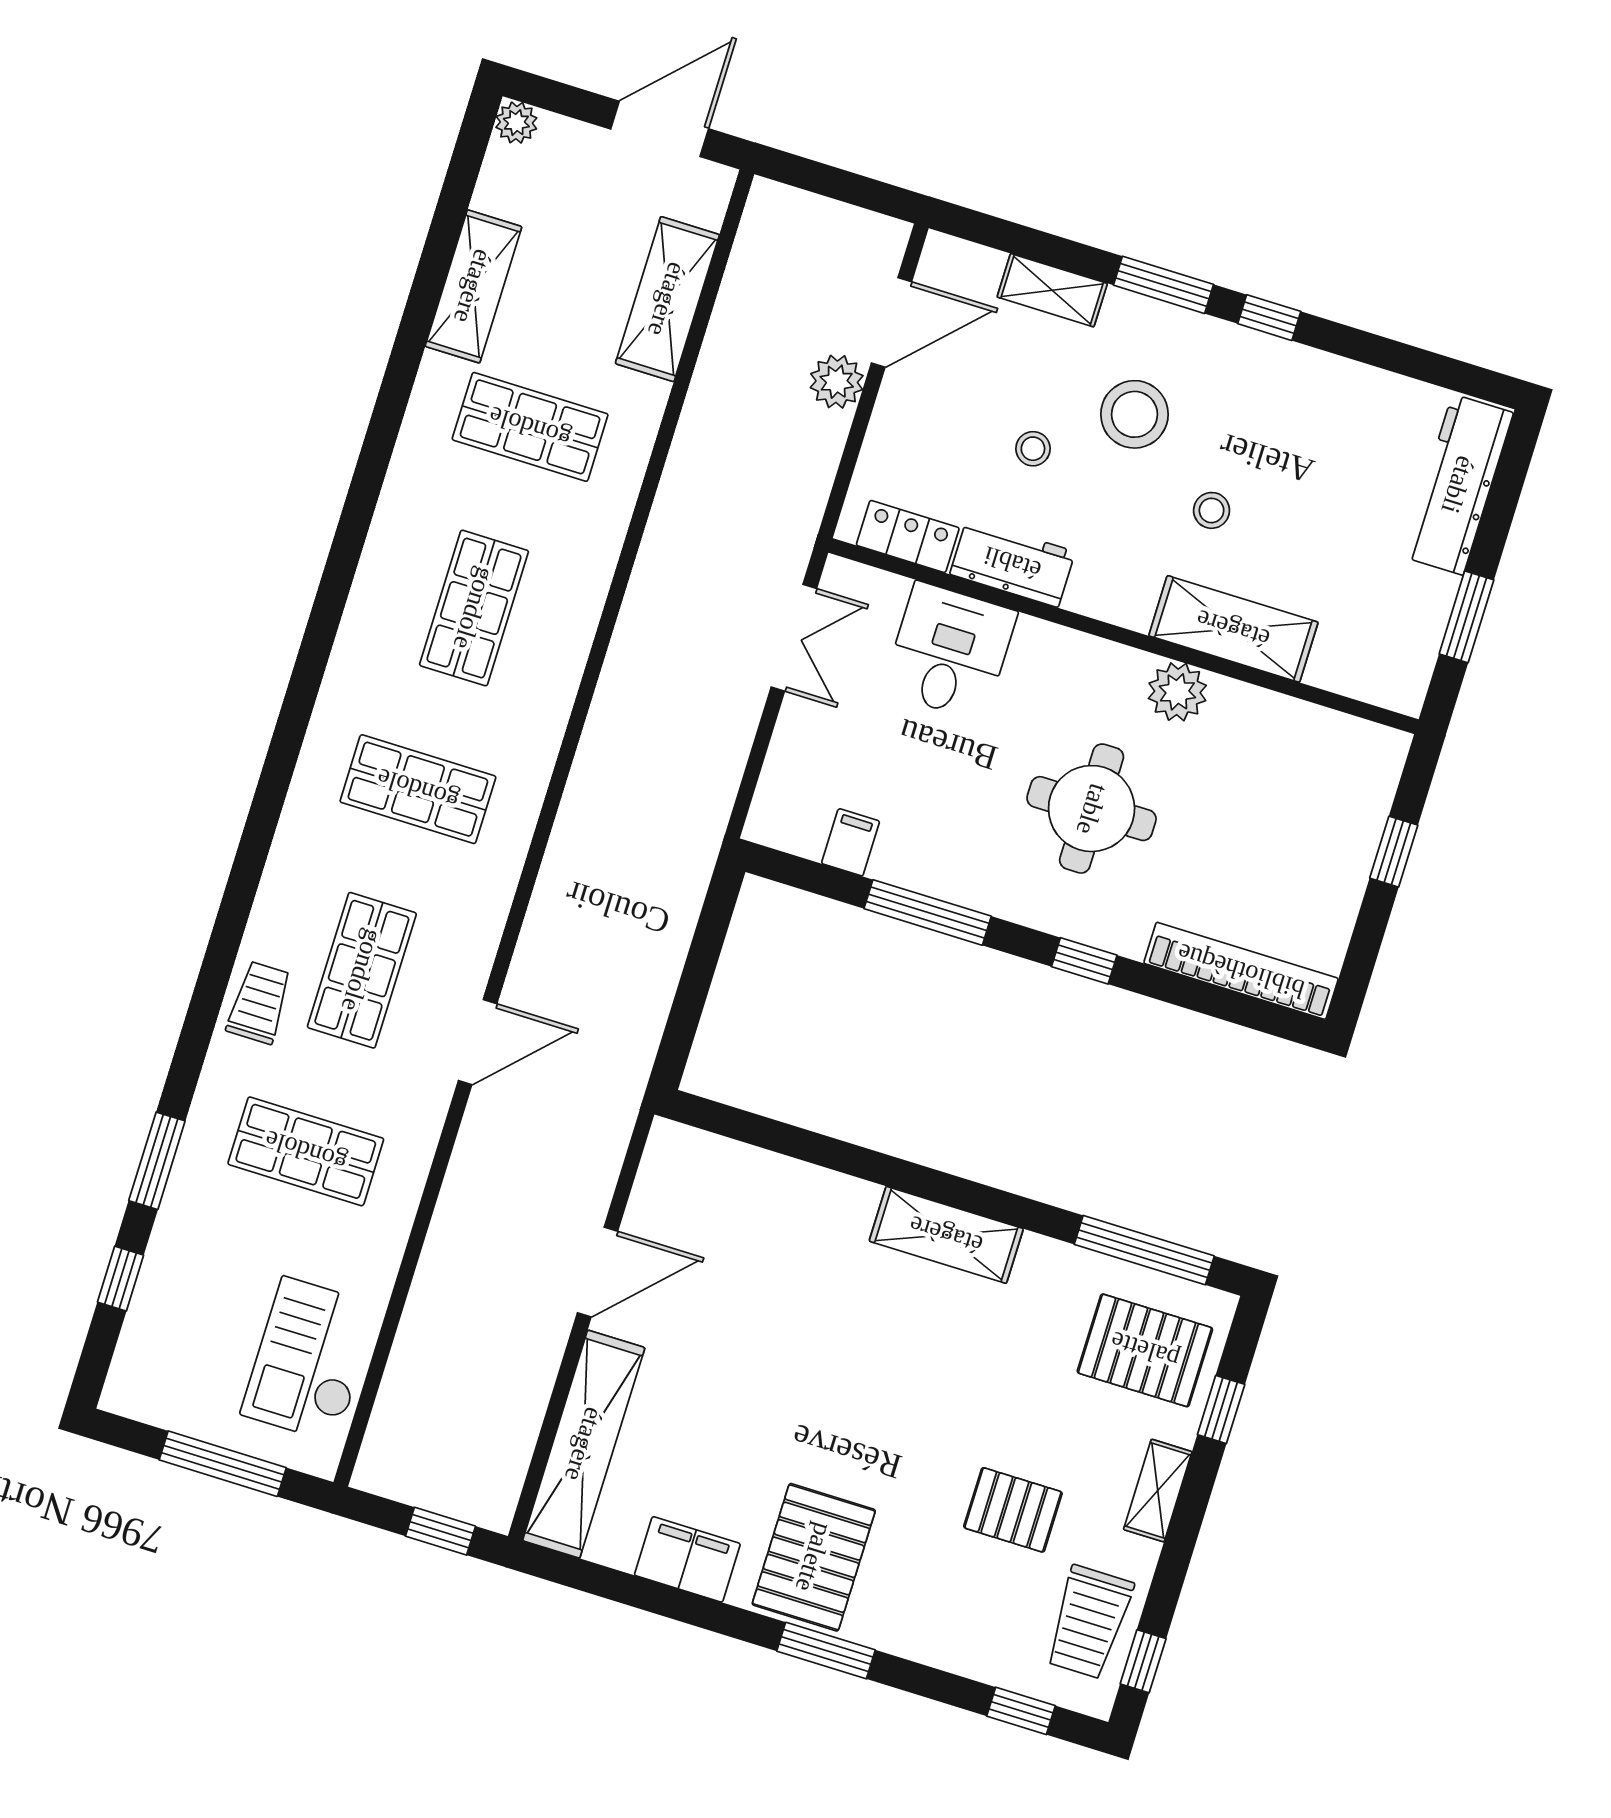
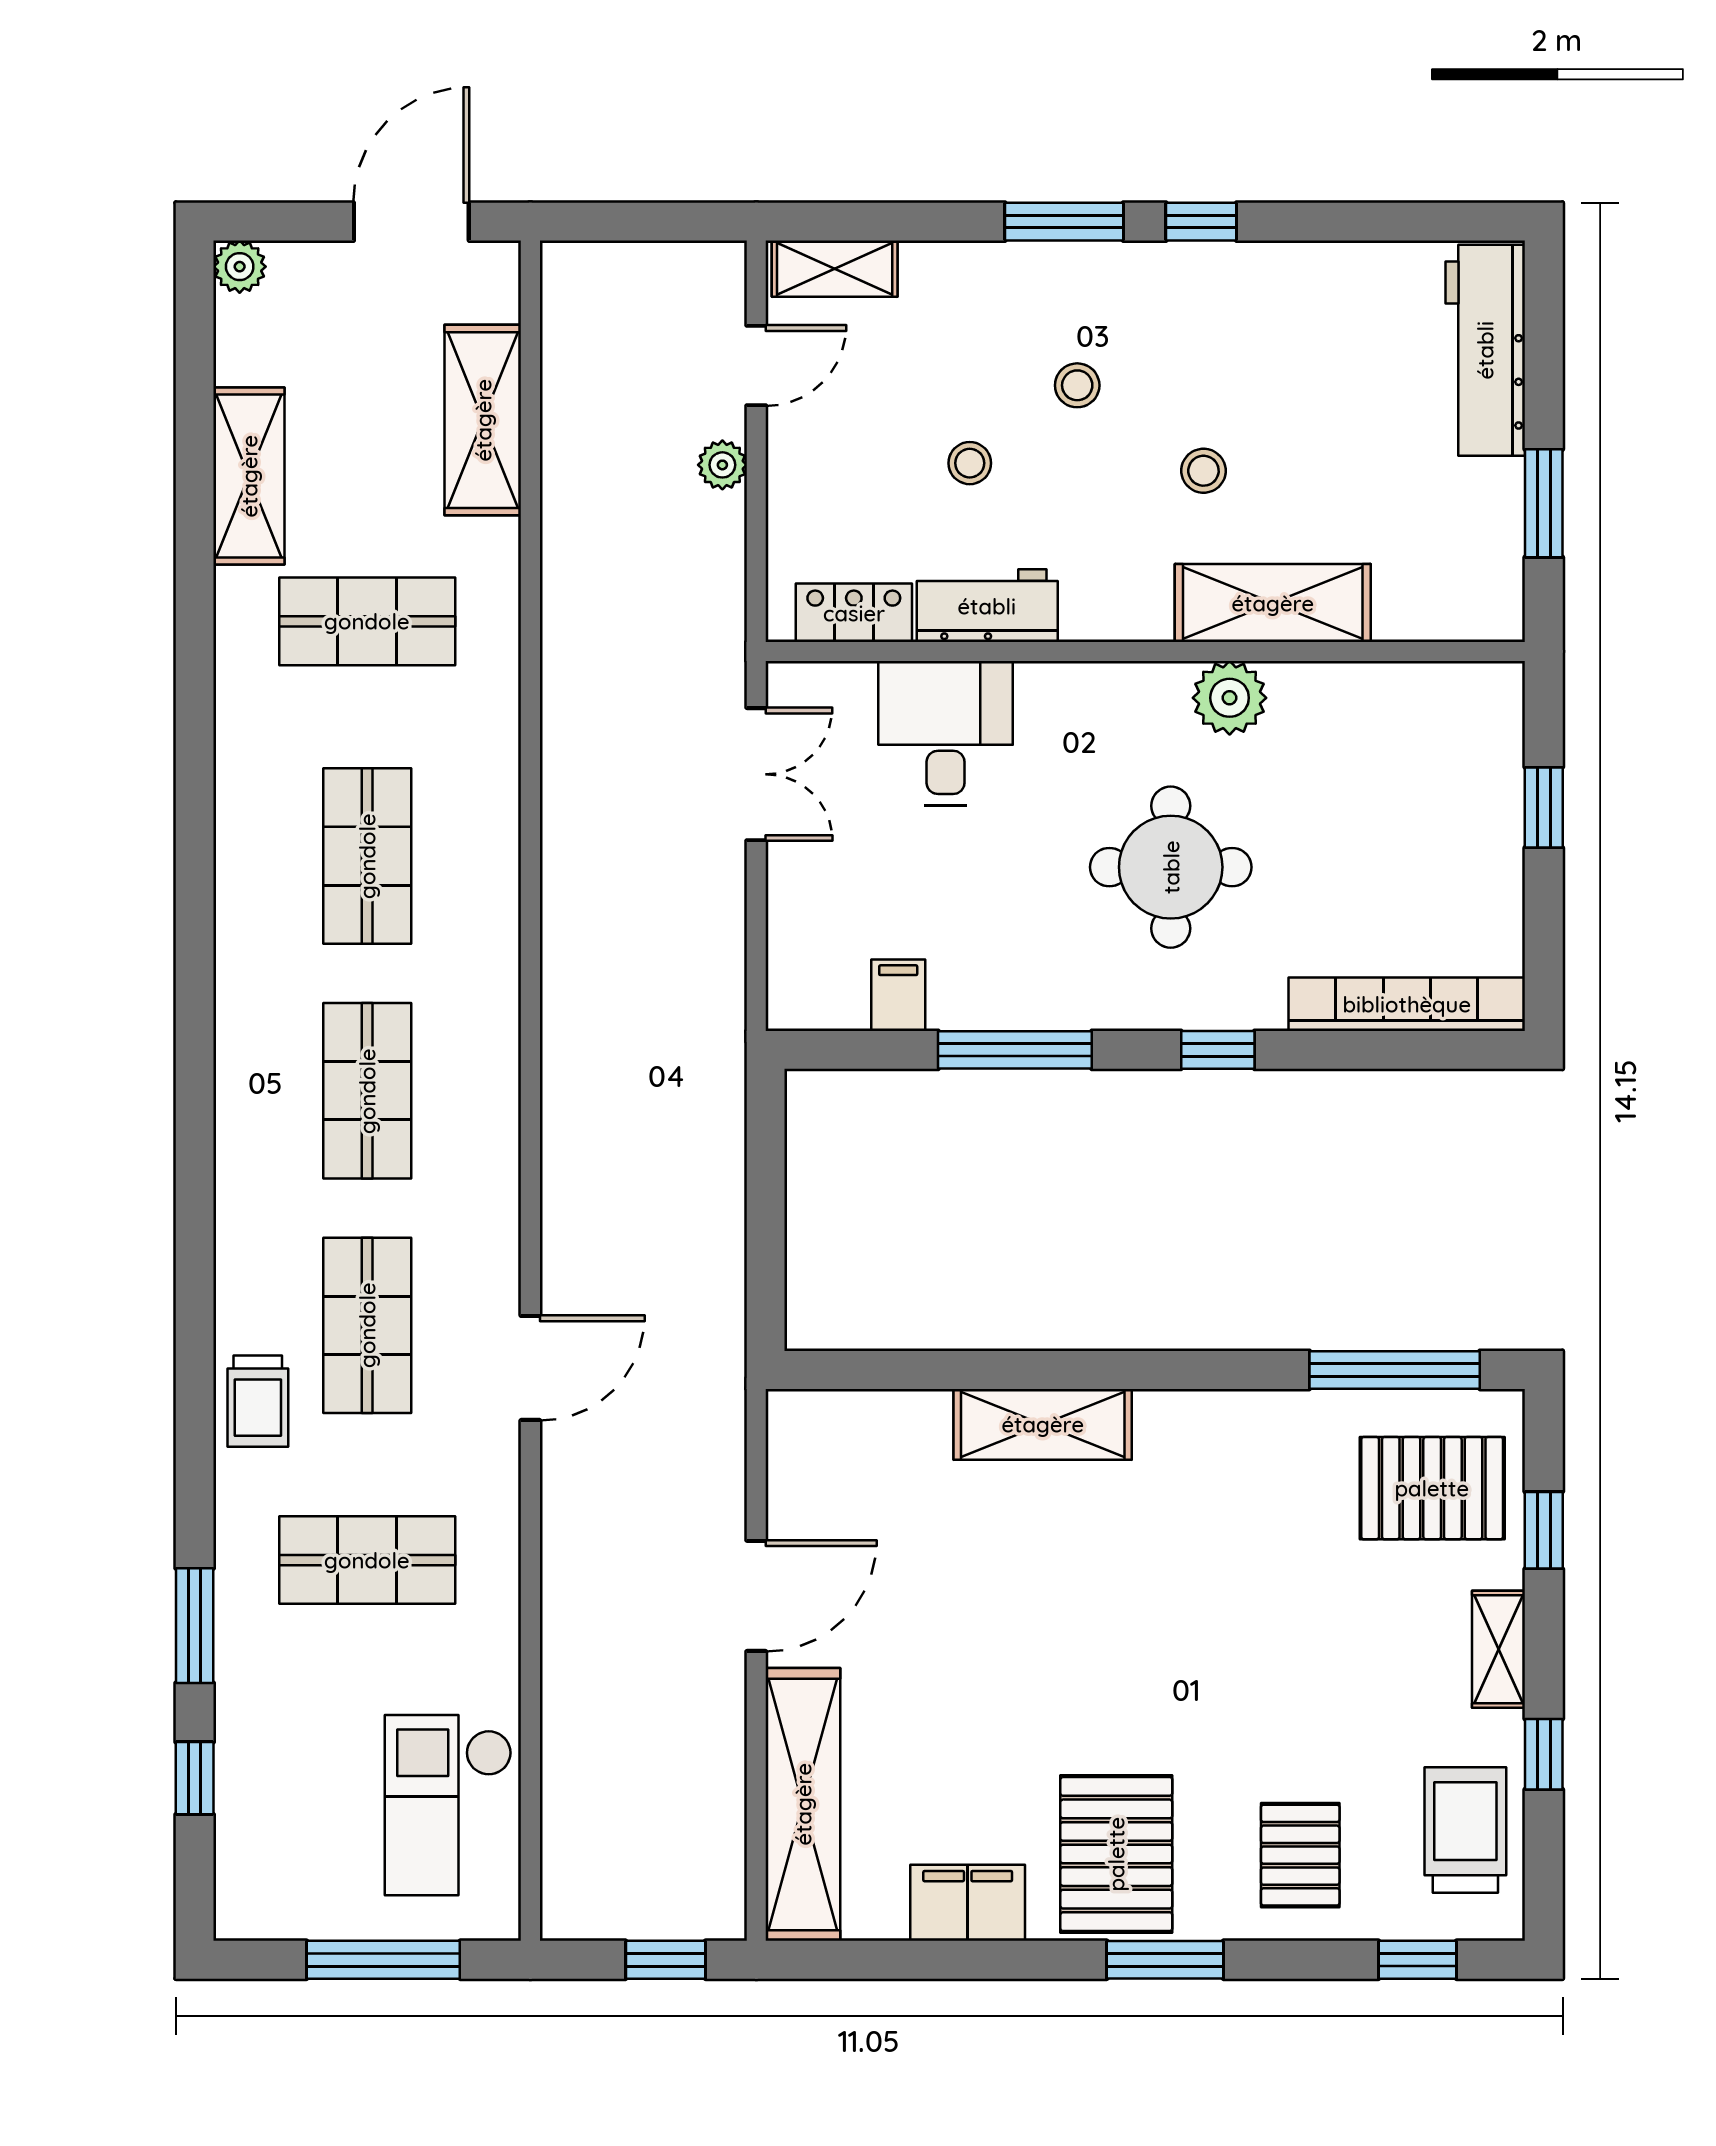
shelving: (1052, 290) -> (835, 269), moved
door: (891, 322) -> (756, 366), width x0.73
plant: (837, 382) -> (722, 465), width x0.73, depth x0.73
stool: (1134, 414) -> (1077, 385), width x0.53, depth x0.53
shop shelf: (418, 789) -> (367, 1091), turned 90
trolley: (259, 1003) -> (258, 1401), turned 180
shelving: (946, 1235) -> (1043, 1424), moved
pallet: (1013, 1510) -> (1300, 1855), moved, turned 90
trolley: (1089, 1622) -> (1465, 1830), turned 180
window: (1143, 1661) -> (1544, 1754), moved

